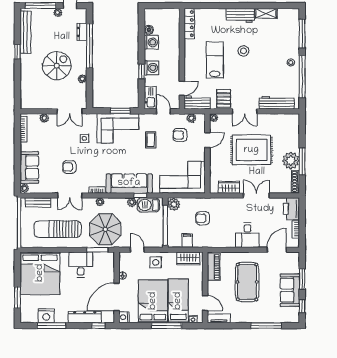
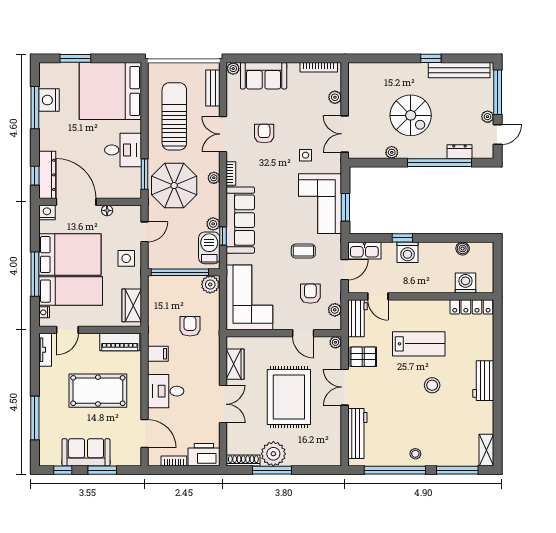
shelving: (266, 13) -> (486, 450), moved
washing machine: (151, 42) -> (465, 283), moved, turned 180
filing cabinet: (187, 240) -> (158, 354), moved
dresser: (85, 317) -> (47, 175), moved

